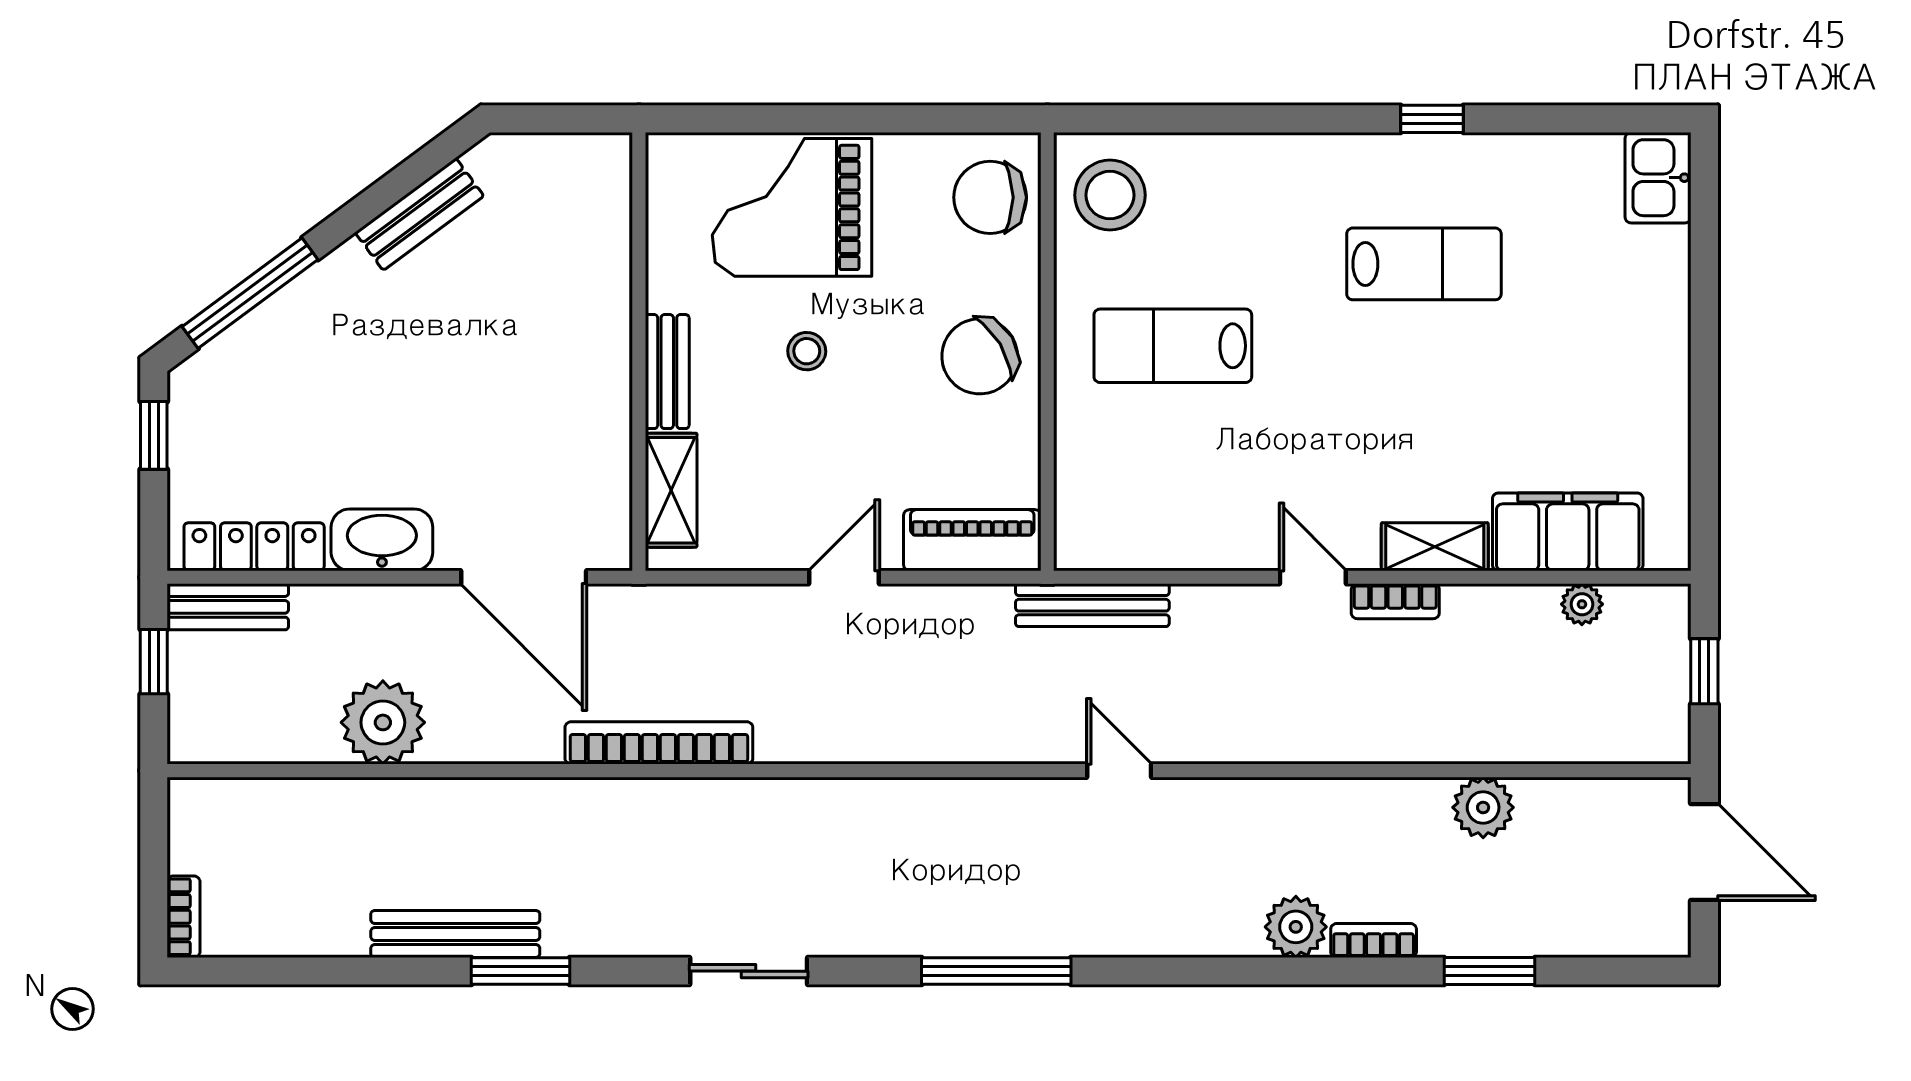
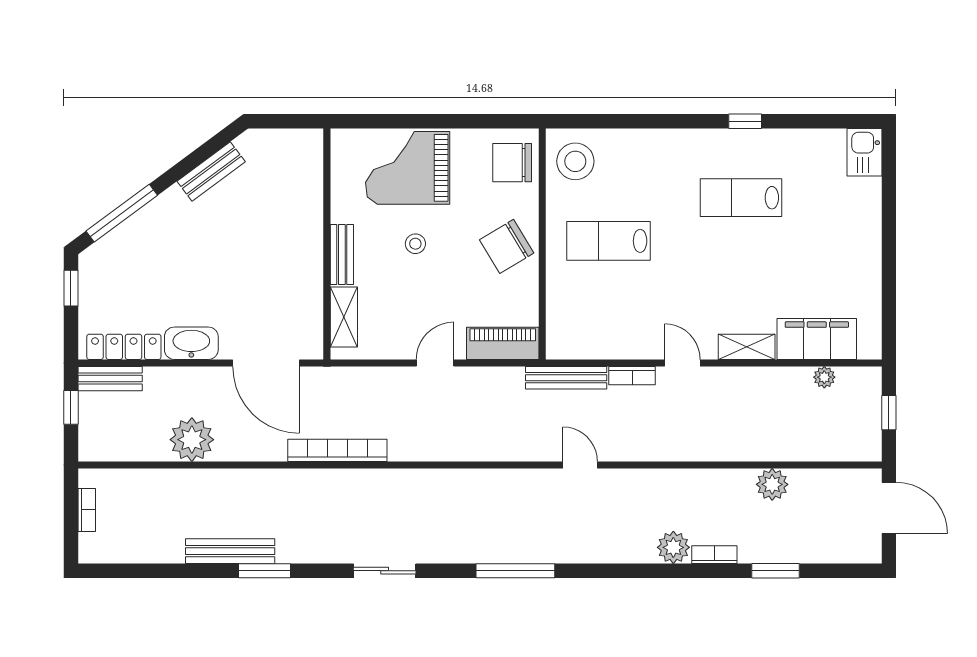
lab bench: (1424, 264) -> (741, 198), turned 180
bookcase: (1395, 601) -> (632, 376), moved
bookcase: (184, 917) -> (87, 510), moved

